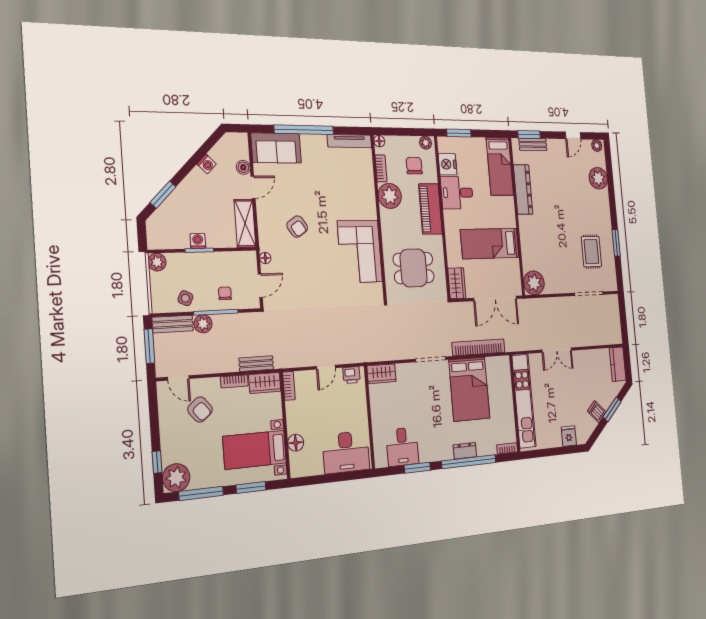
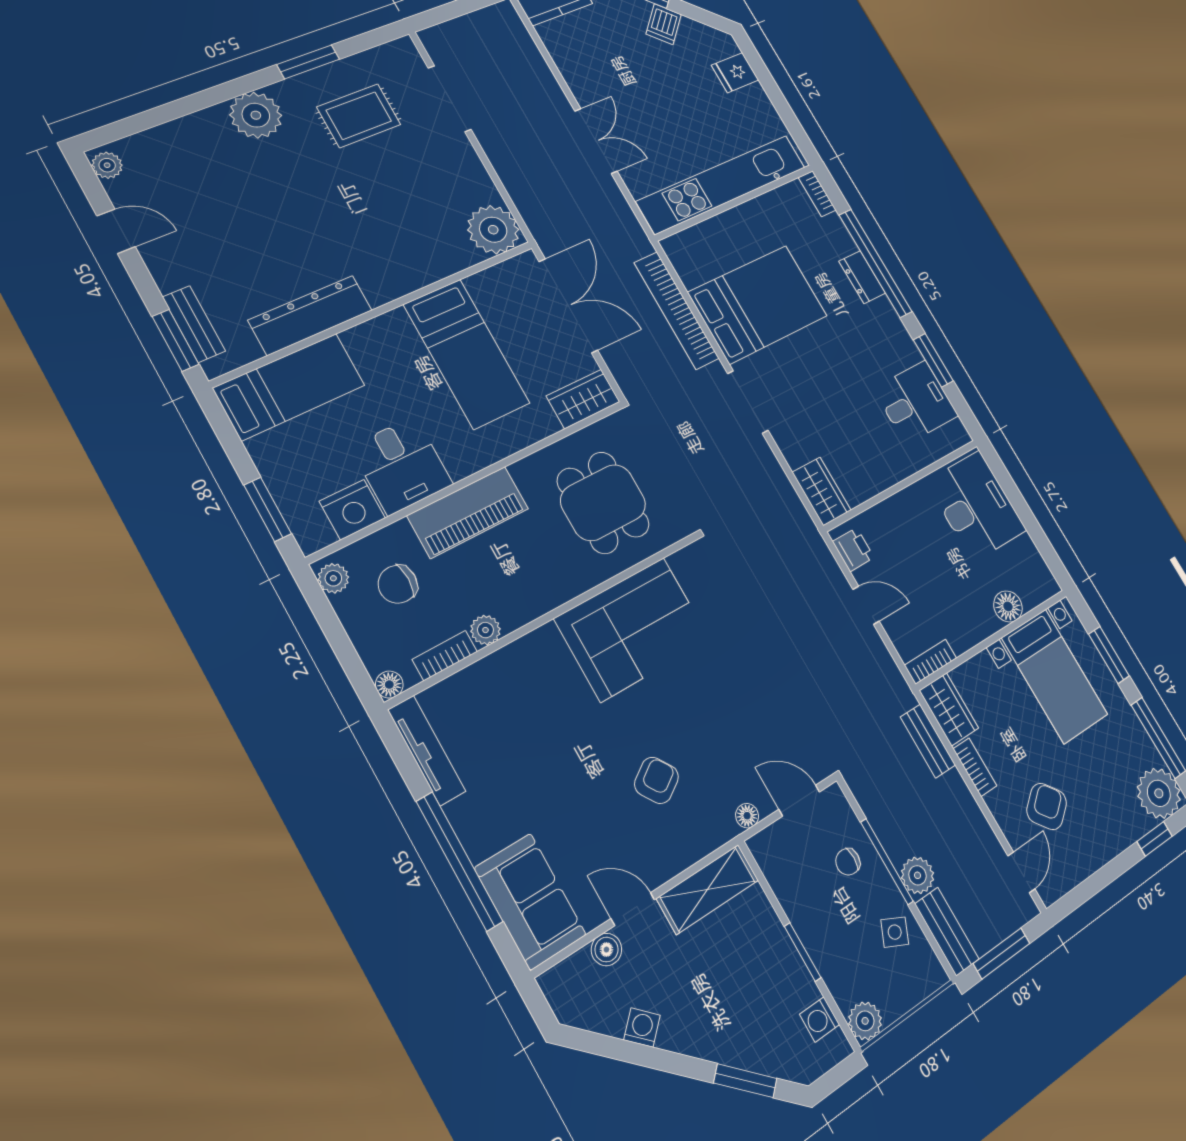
plant: (598, 178) -> (256, 115), moved
plant: (390, 196) -> (485, 630), width x0.53, depth x0.53
washing machine: (198, 241) -> (820, 1019), moved

